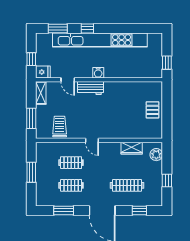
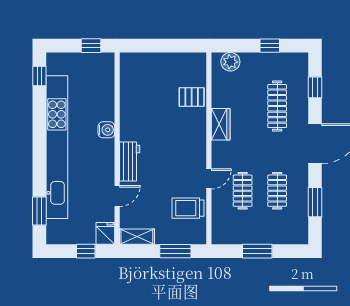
window: (87, 28) -> (39, 76), moved
water cooler: (98, 73) -> (106, 130), moved
pallet: (153, 110) -> (192, 97), moved
door: (92, 140) -> (209, 179), moved
wardrobe: (132, 148) -> (221, 124), moved

